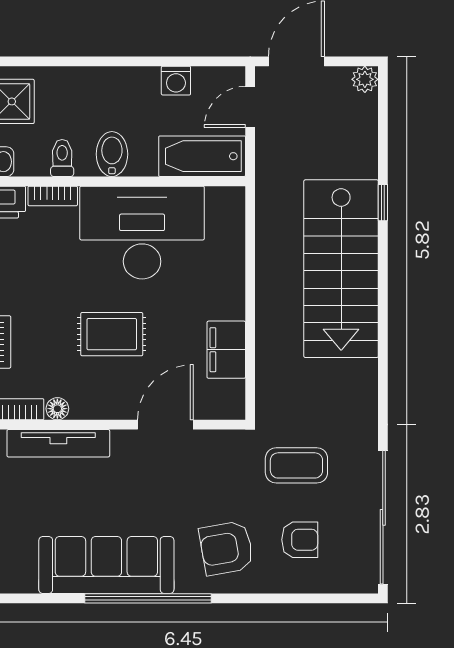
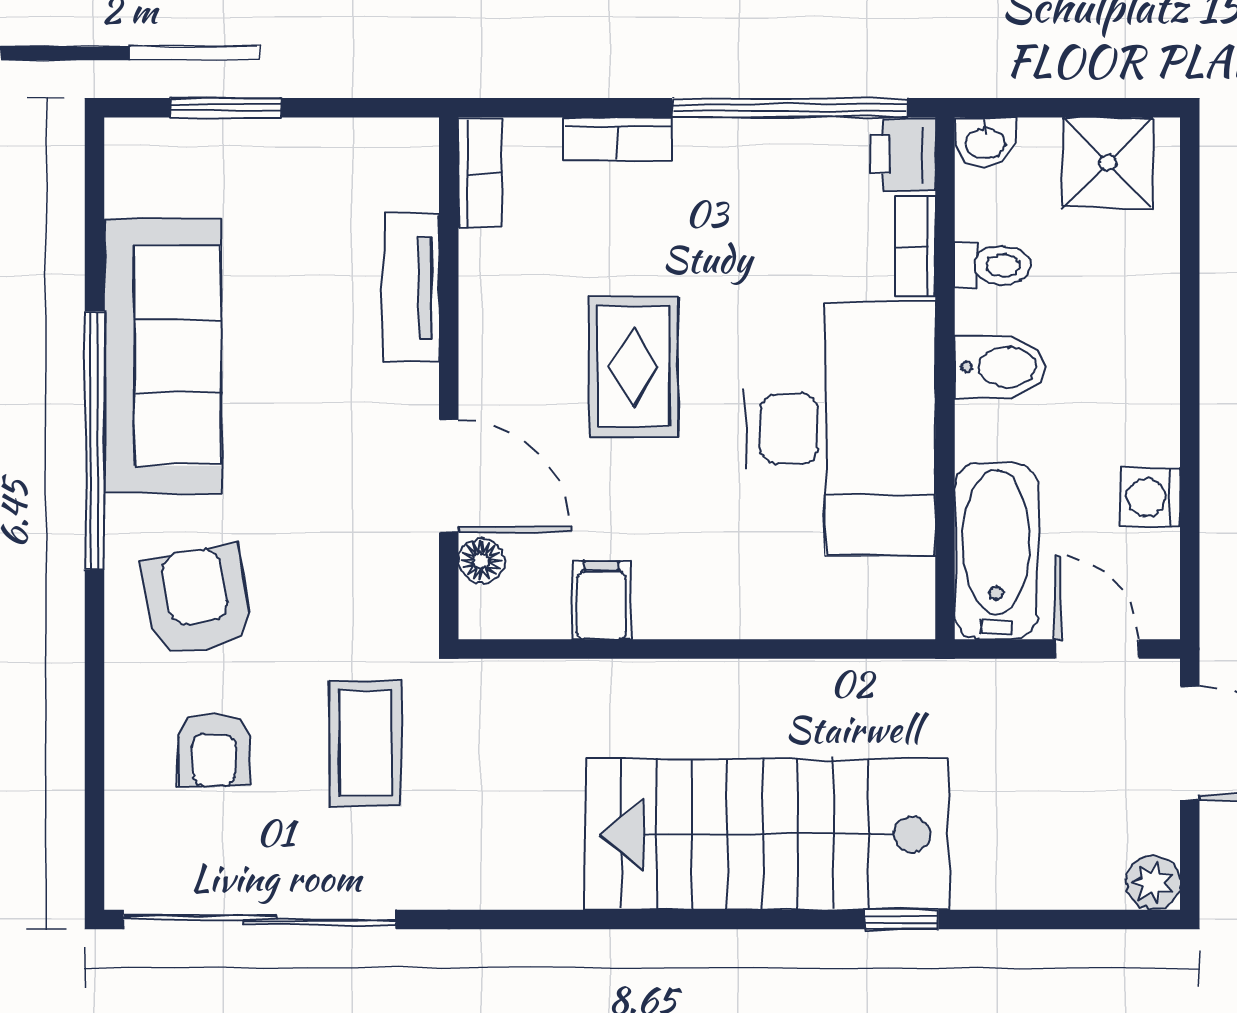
filing cabinet: (226, 350) -> (602, 600), width x0.50
floor lamp: (57, 409) -> (481, 561), moved
tv unit: (58, 443) -> (411, 288), width x0.71

